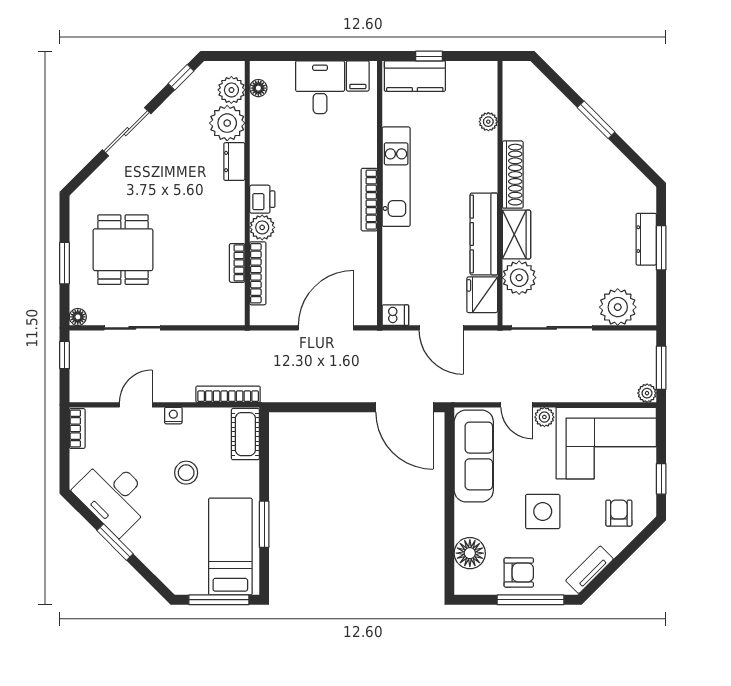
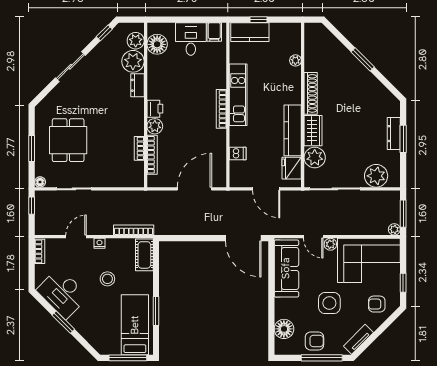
floor lamp: (258, 88) -> (157, 44), width x1.89, depth x1.89
dishwasher: (395, 315) -> (238, 153), moved
armchair: (619, 513) -> (377, 304), turned -90

